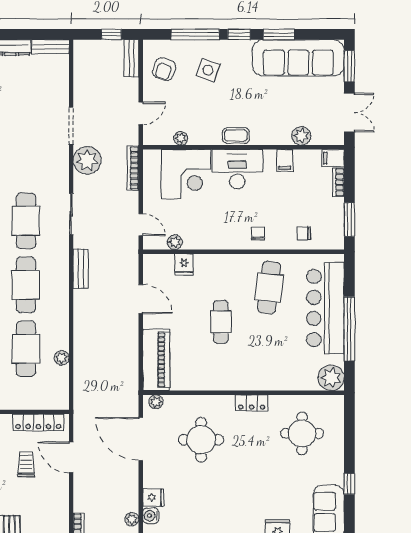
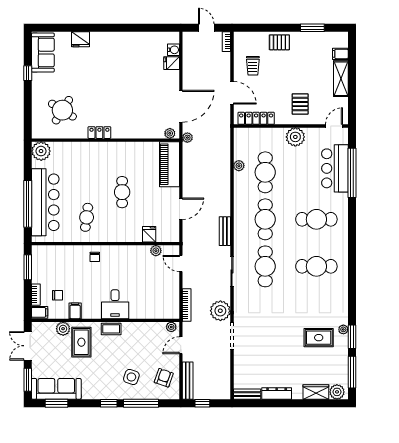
window: (279, 34) -> (57, 403), moved
bench: (132, 58) -> (188, 381), width x1.36
sofa: (298, 58) -> (56, 389), width x0.74, depth x0.79
rug: (276, 117) -> (81, 342), added
plant: (181, 138) -> (171, 327), moved
desk: (237, 169) -> (115, 304), width x0.73
corner desk: (186, 174) -> (148, 301), removed
chair: (304, 233) -> (57, 295), moved
cafe table: (269, 287) -> (87, 217), width x0.73, depth x0.74
door: (141, 299) -> (181, 209), swing flipped
window: (349, 329) -> (28, 204), moved
round table: (302, 433) -> (62, 110), turned 32
door: (141, 439) -> (181, 106), hinge flipped
round table: (201, 440) -> (137, 106), removed
trolley: (26, 464) -> (253, 66), moved
plant: (132, 519) -> (187, 138), moved

